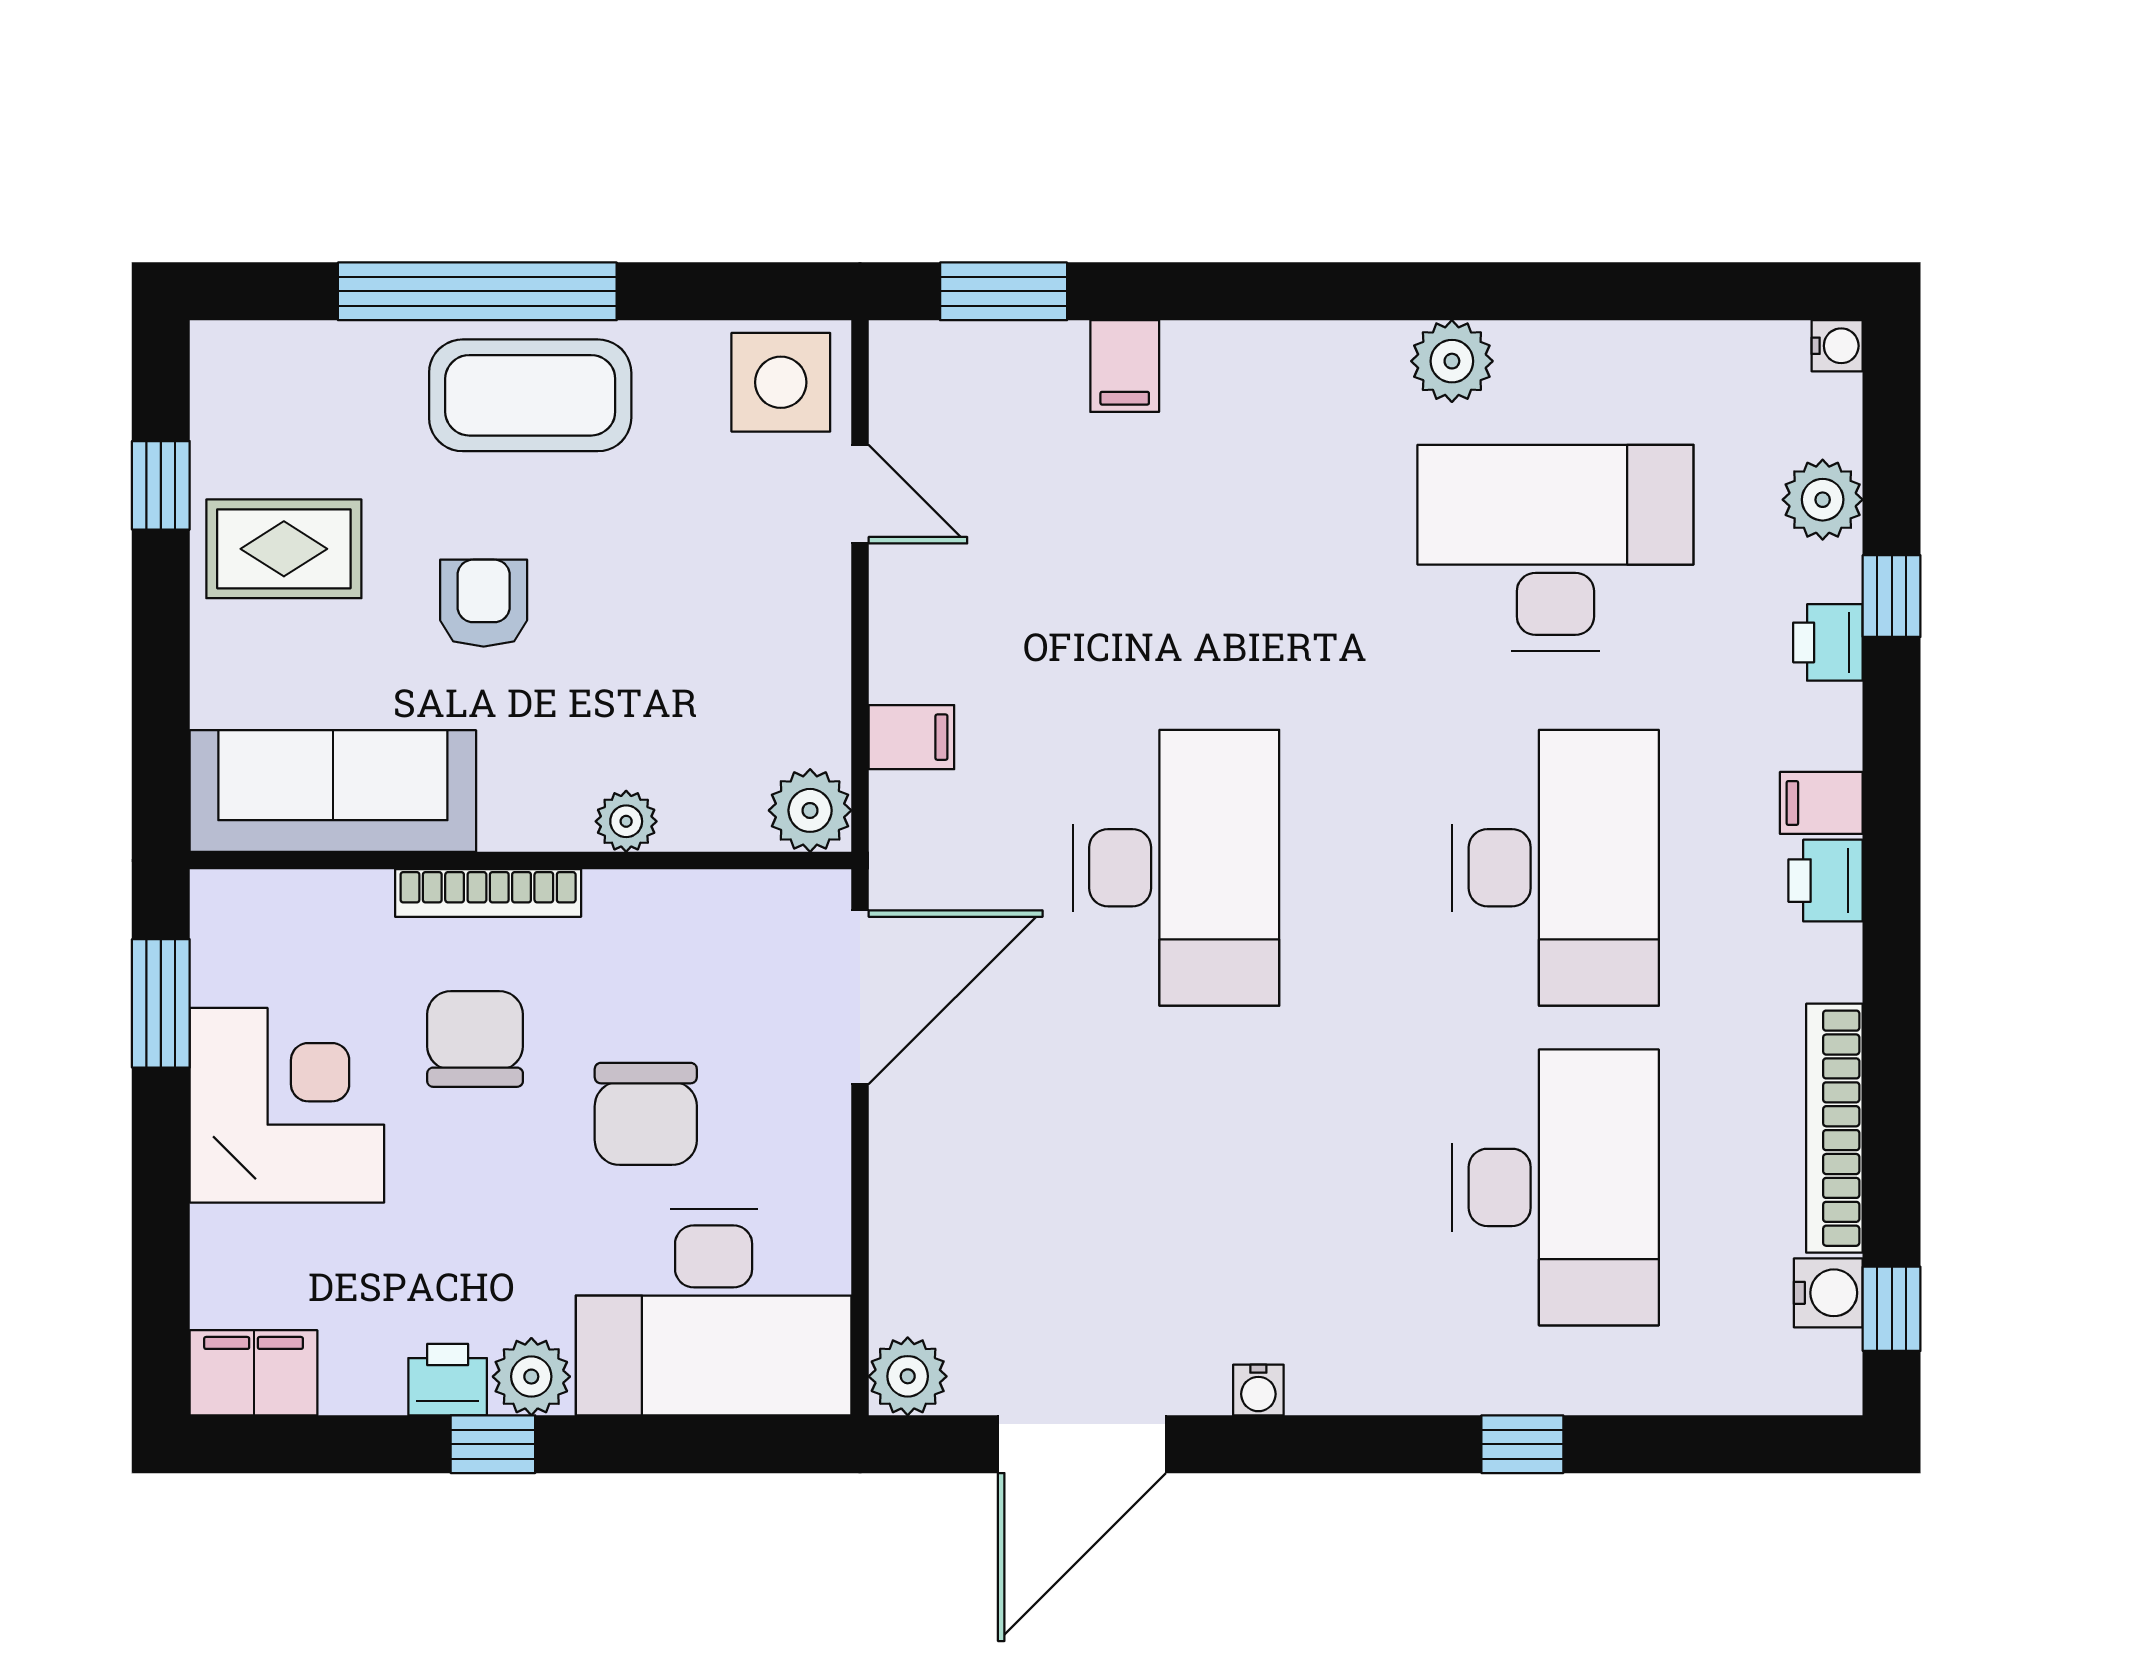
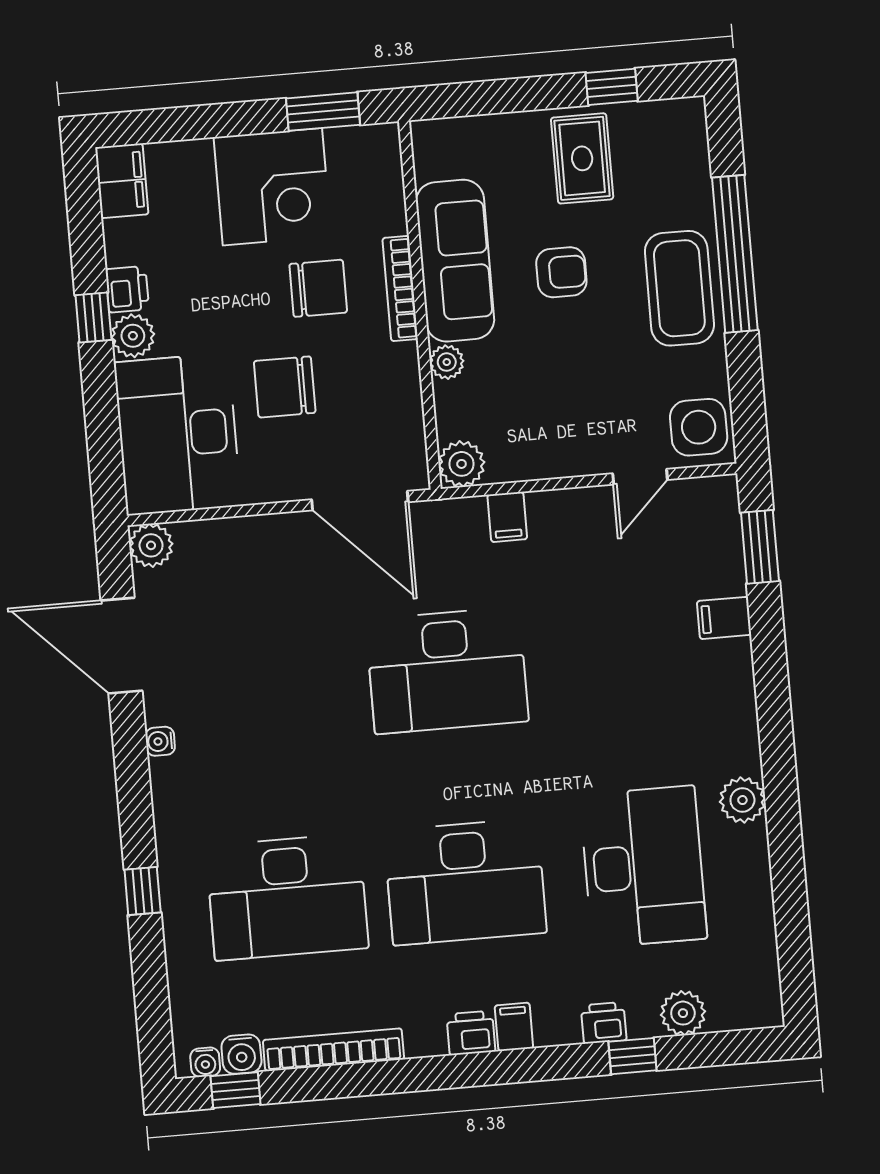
water cooler: (1837, 346) -> (205, 1062), moved
sofa: (333, 791) -> (455, 261), moved

